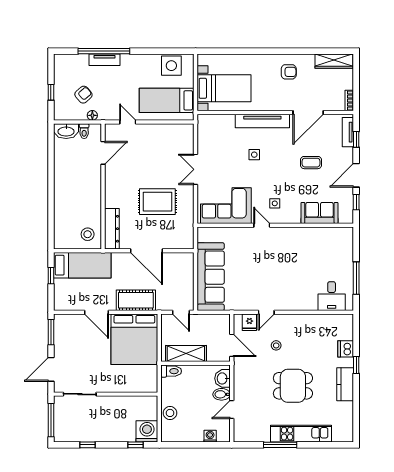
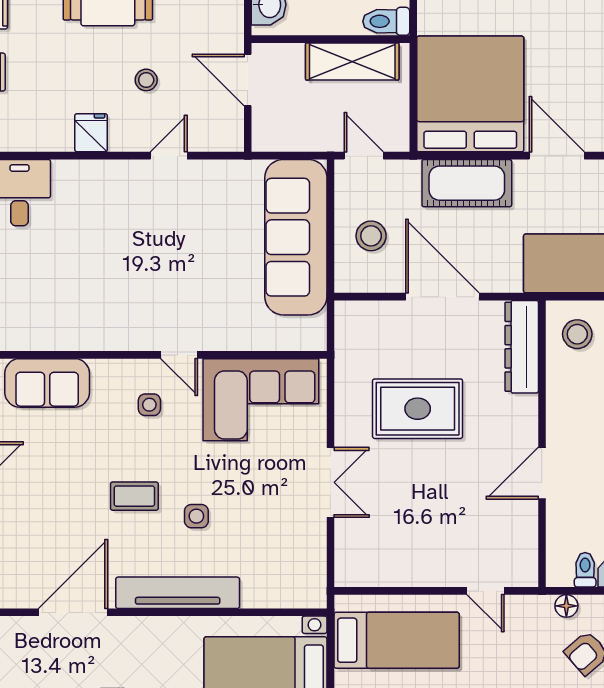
door: (103, 153) -> (542, 473), moved
coffee table: (311, 163) -> (134, 496), moved
stool: (178, 277) -> (371, 236), added
fridge: (249, 322) -> (91, 133), moved

